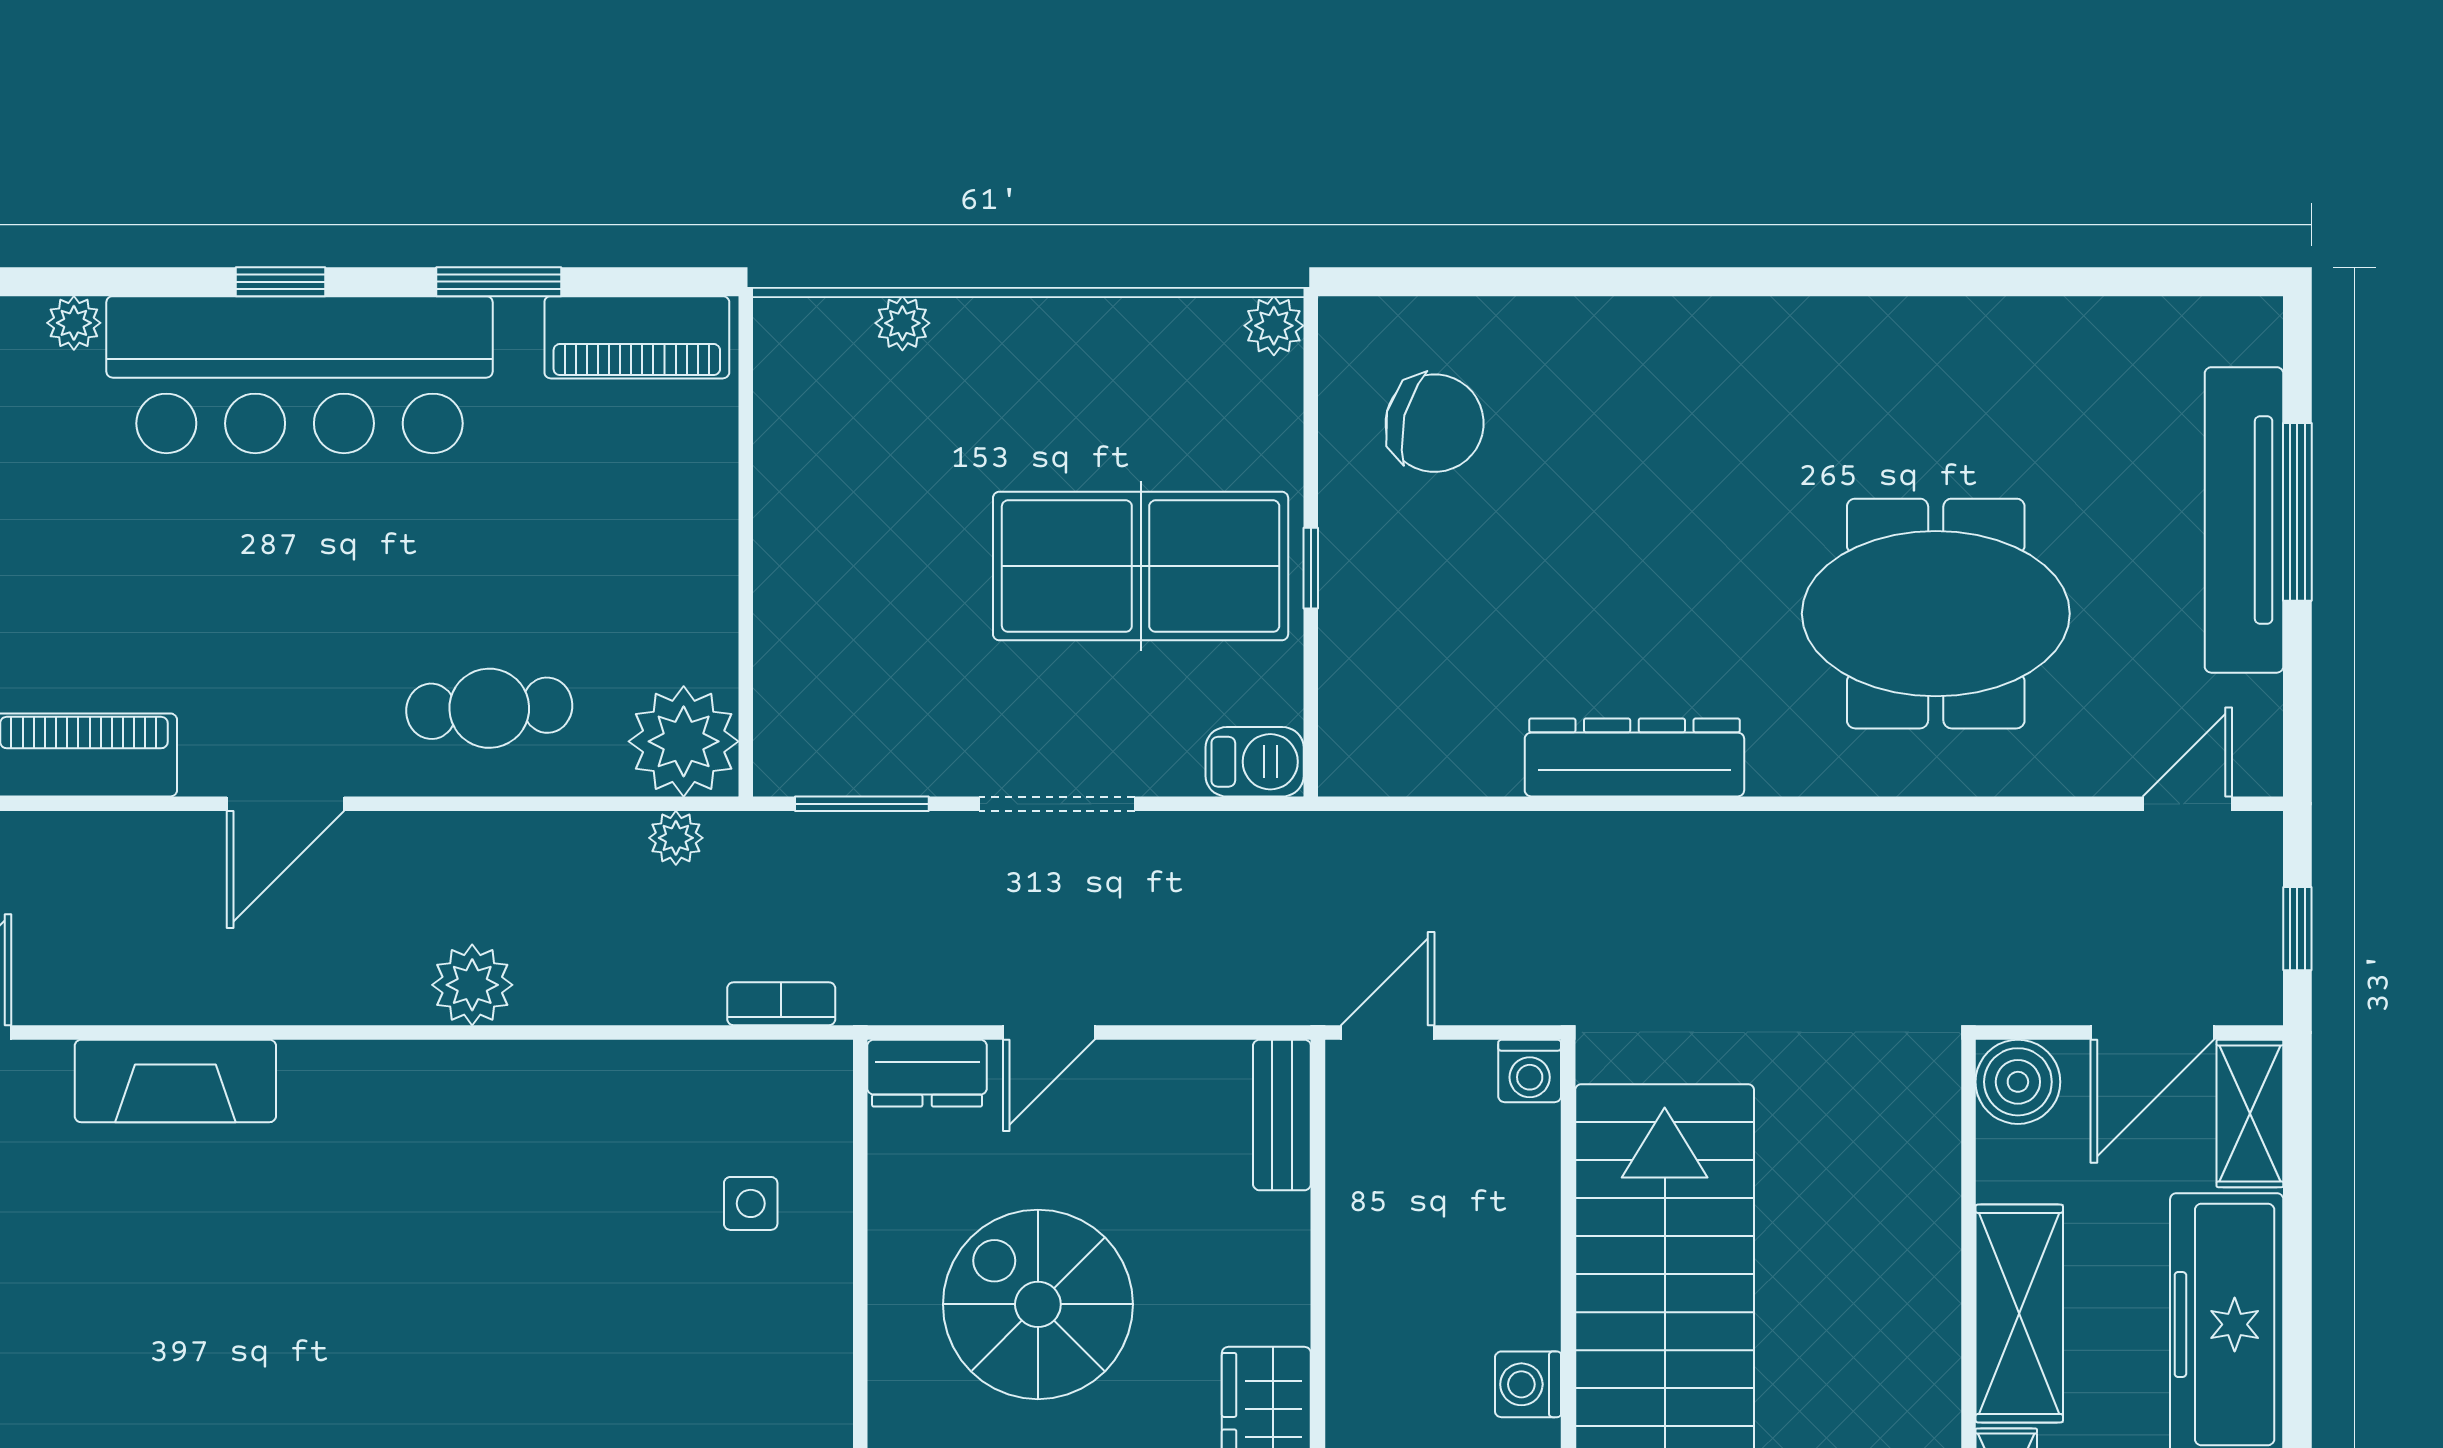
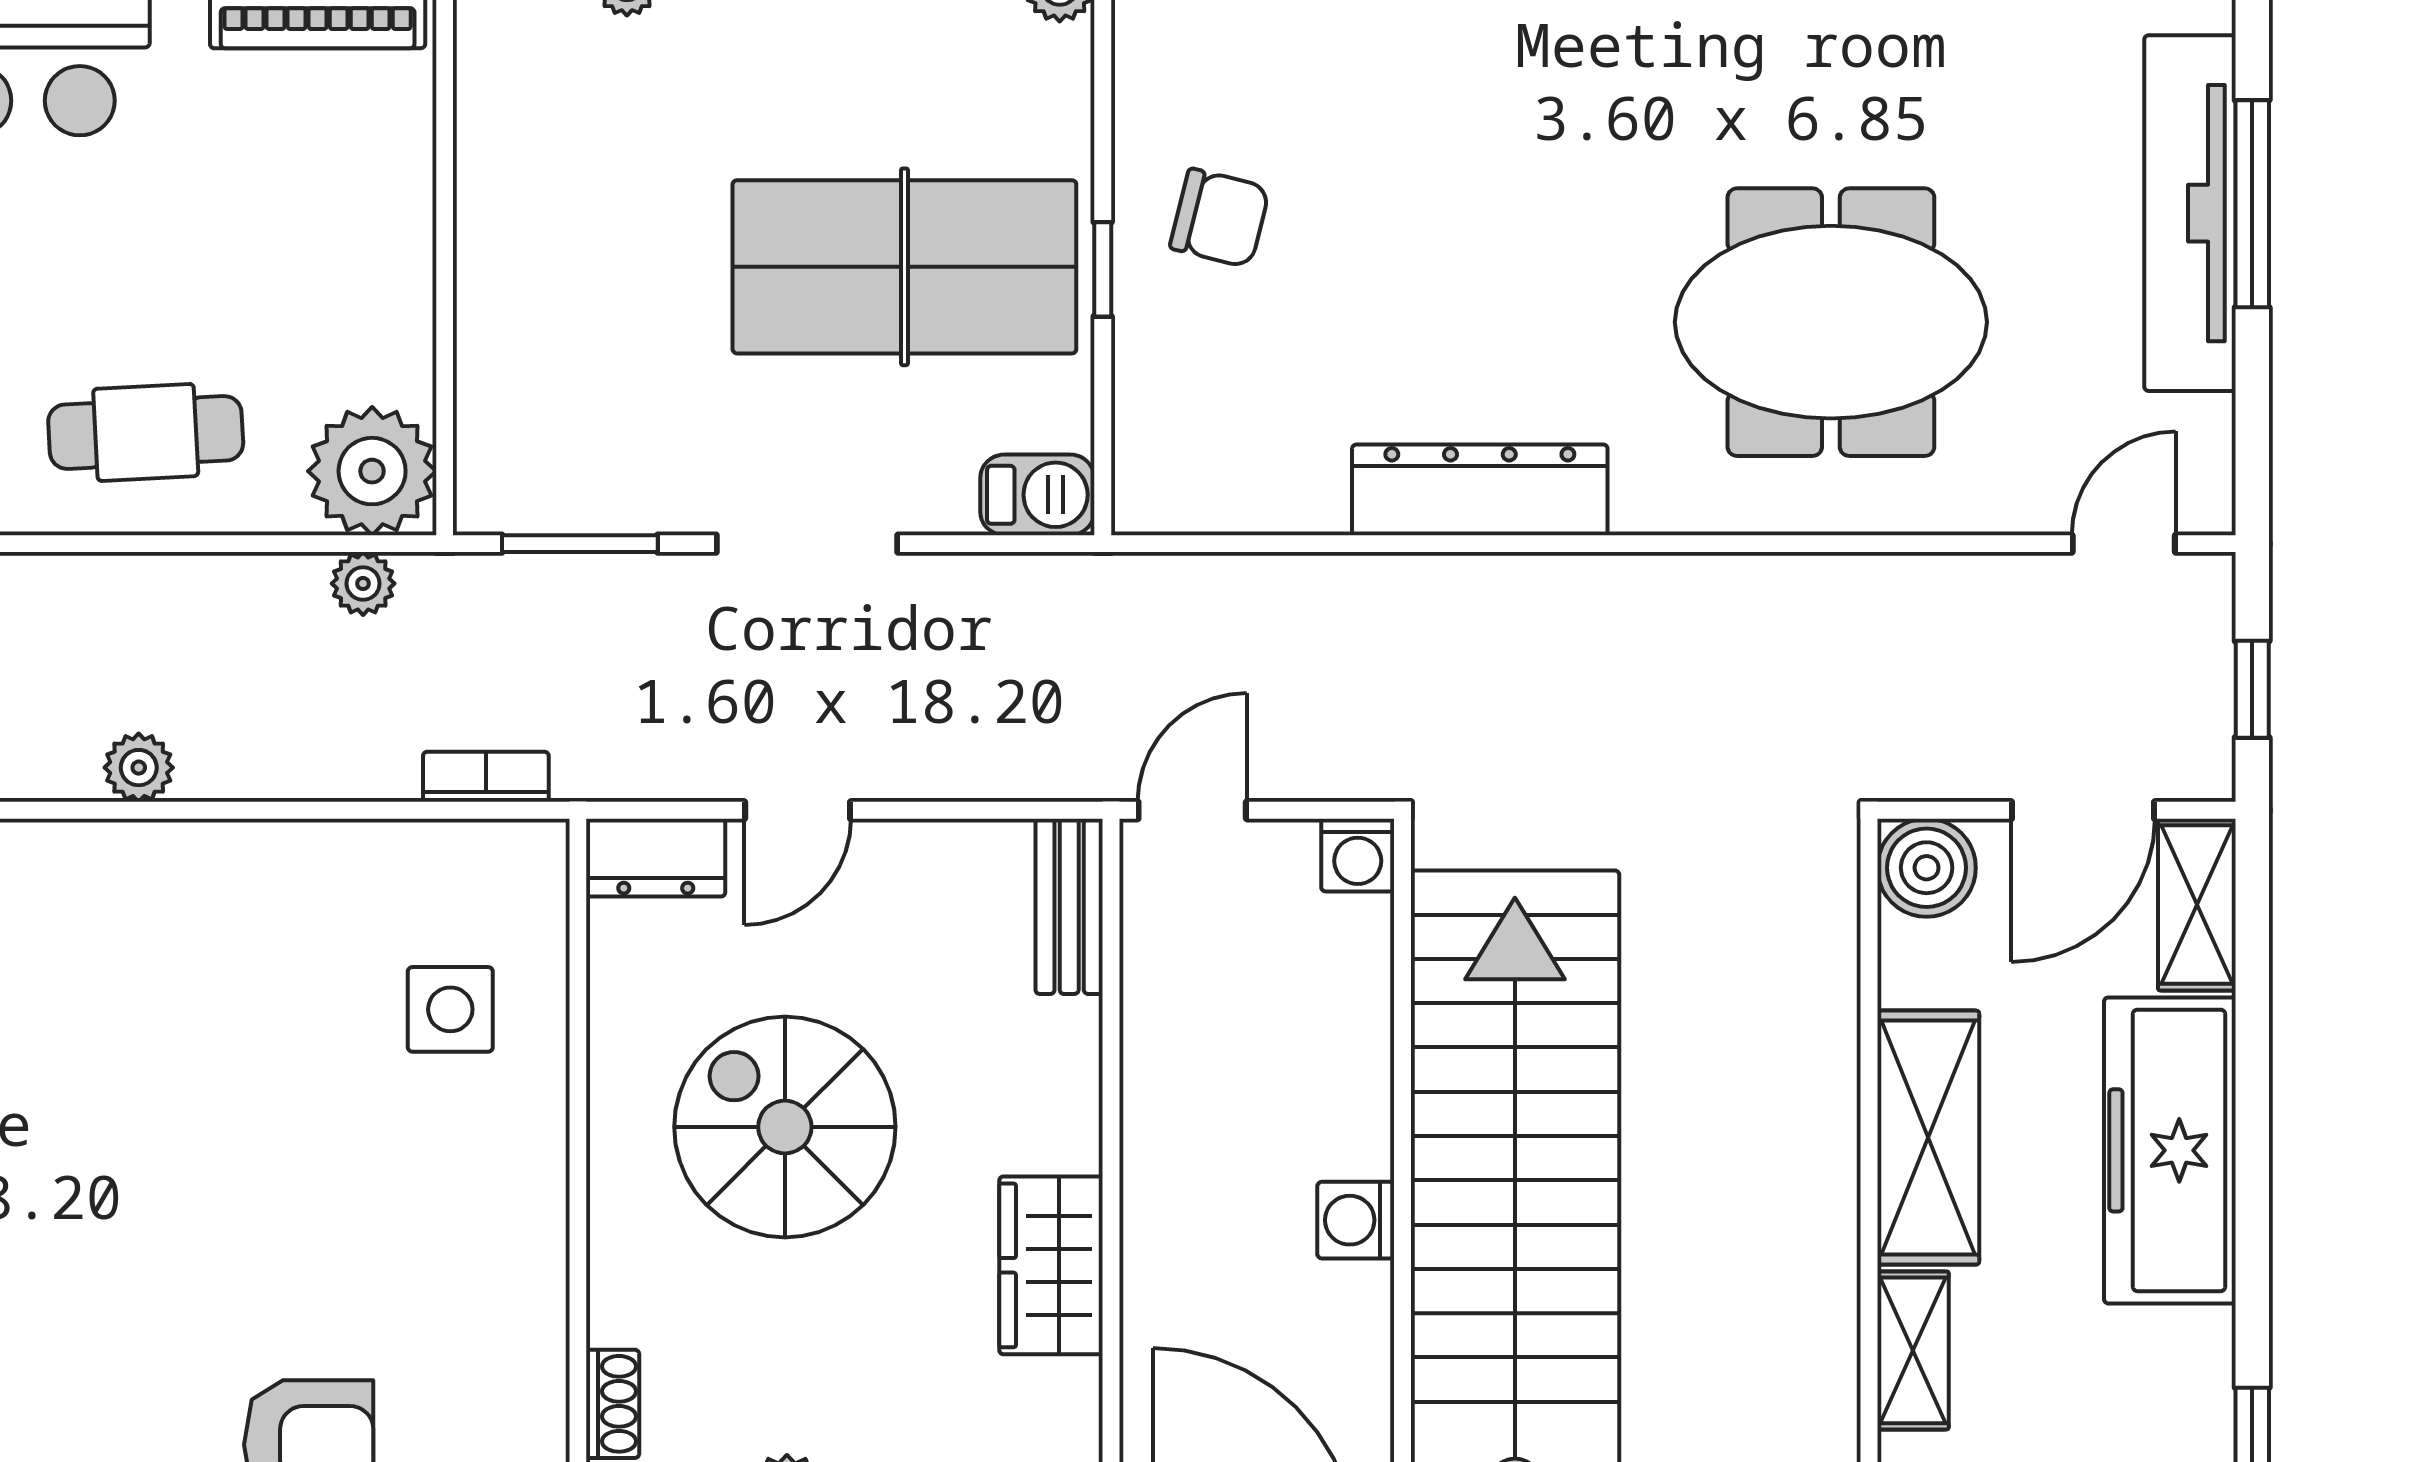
chair: (1435, 423) -> (1220, 218), moved, width x0.73, depth x0.73
plant: (472, 985) -> (139, 768), width x0.73, depth x0.73
side table: (751, 1203) -> (450, 1009), width x1.37, depth x1.37

